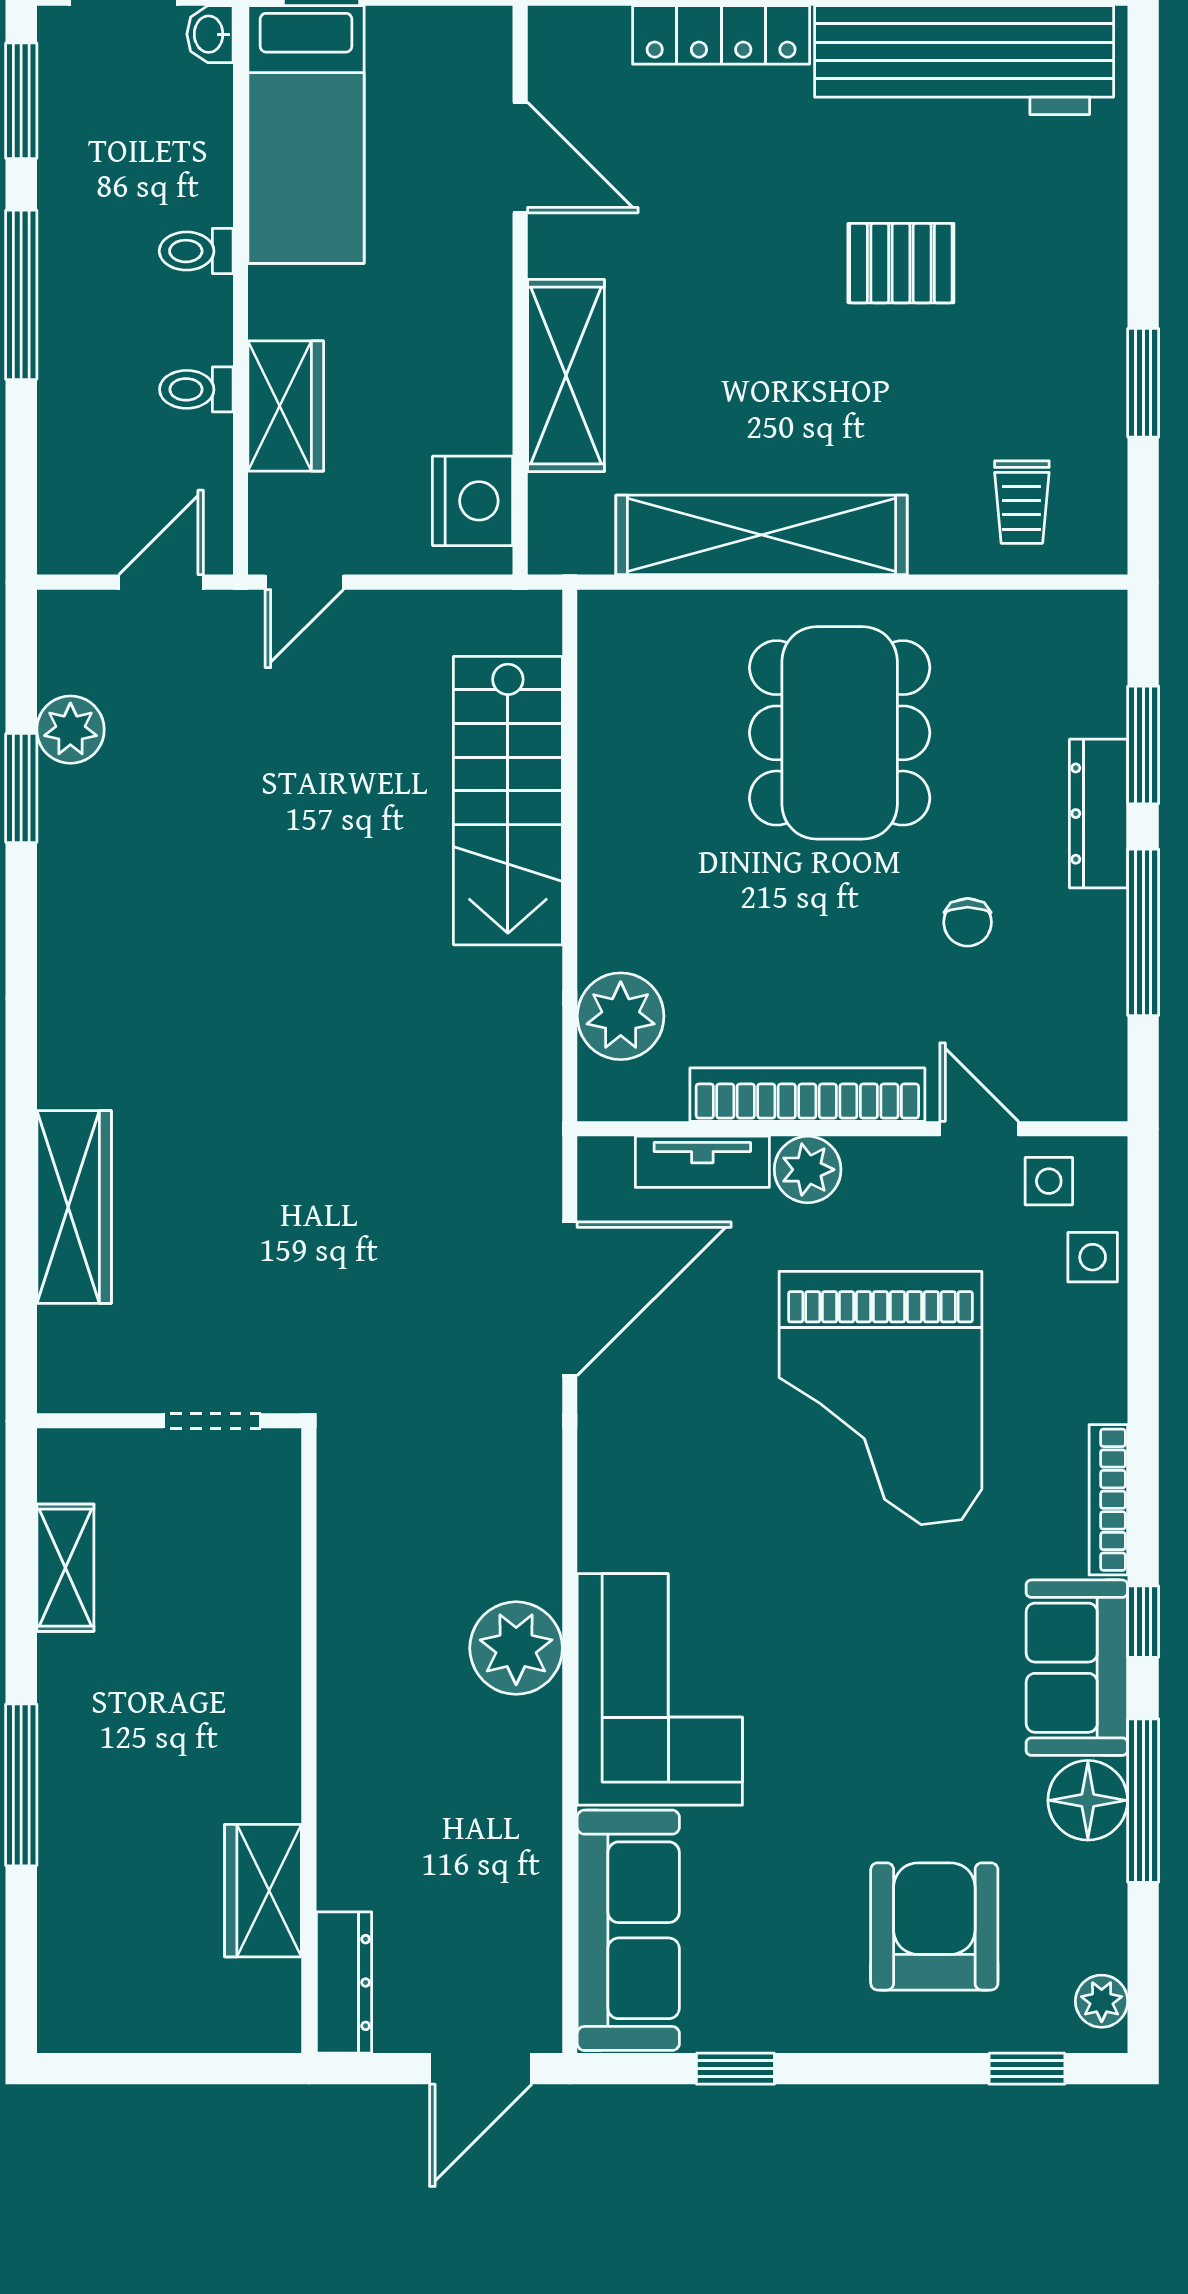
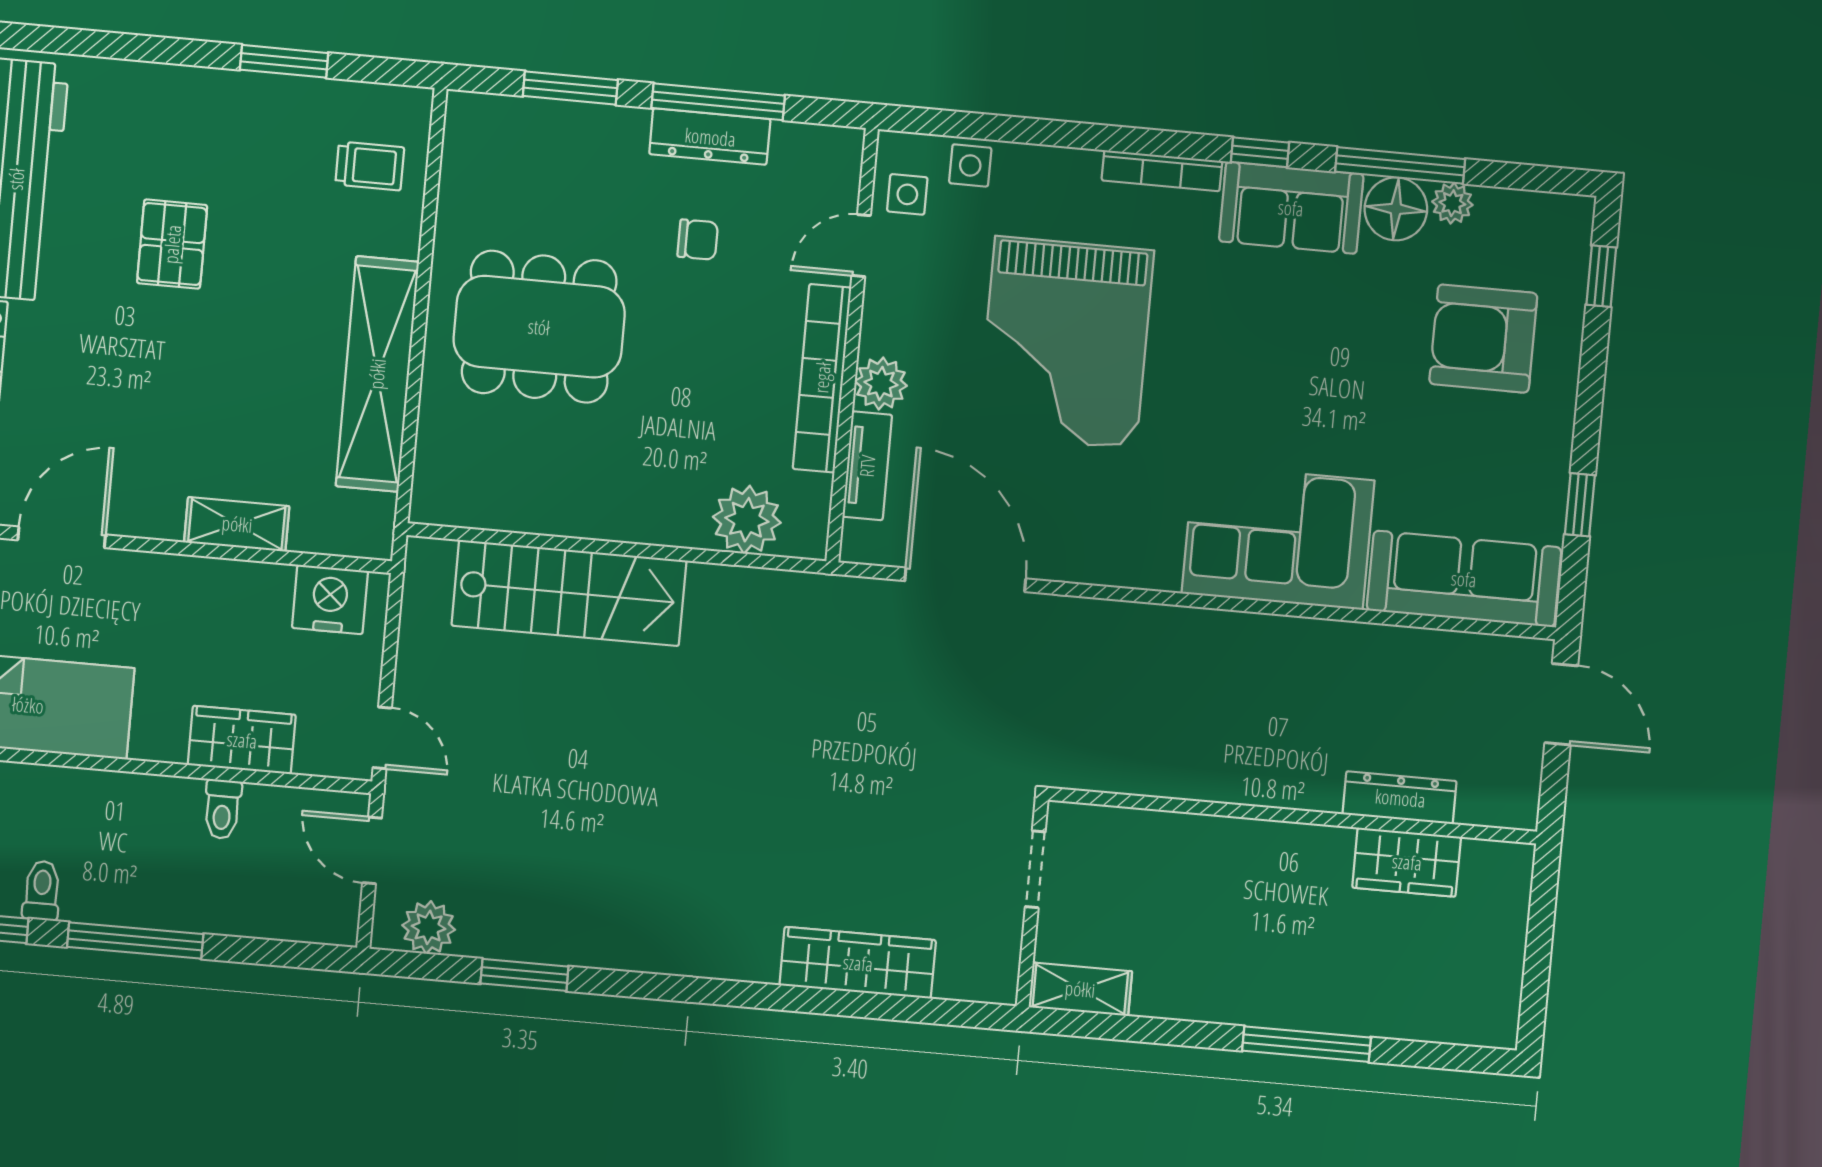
toilet: (196, 251) -> (42, 891), moved, turned 180
shelving: (566, 376) -> (237, 524), width x0.67, depth x0.75
plant: (70, 730) -> (429, 927), moved
dresser: (1099, 814) -> (710, 137), moved
grand piano: (880, 1398) -> (1066, 343), turned 90
shelving: (65, 1568) -> (1080, 989), moved
plant: (516, 1648) -> (1235, 647), removed
dresser: (344, 1982) -> (1400, 798), moved
plant: (1102, 2001) -> (1452, 203), moved

